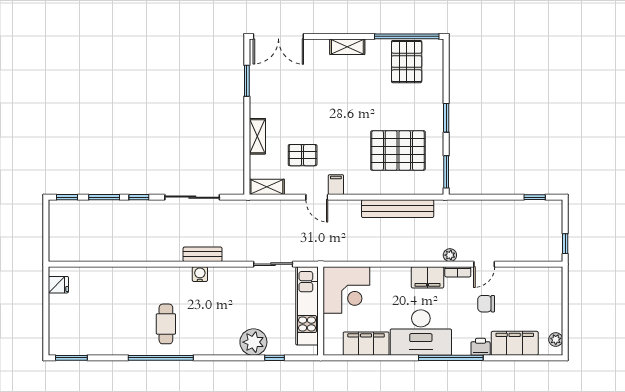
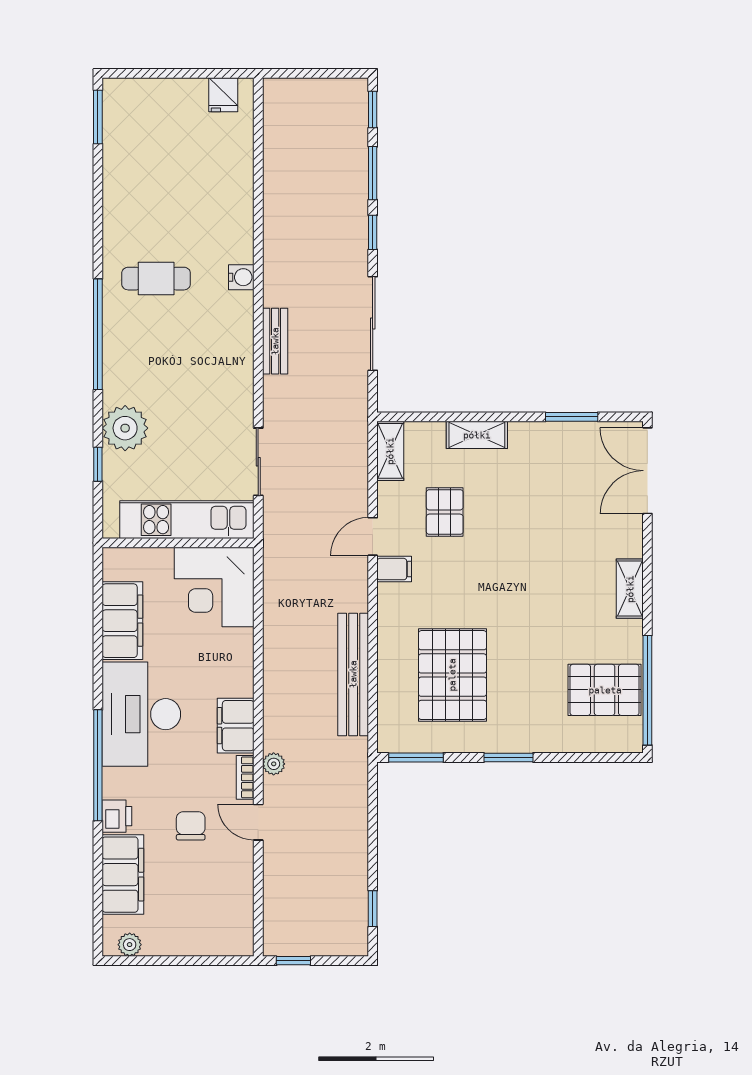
water cooler: (200, 274) -> (241, 277), moved
window: (161, 358) -> (98, 334), moved

